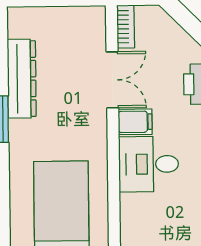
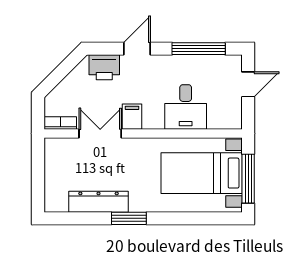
desk: (149, 164) -> (186, 107), moved

